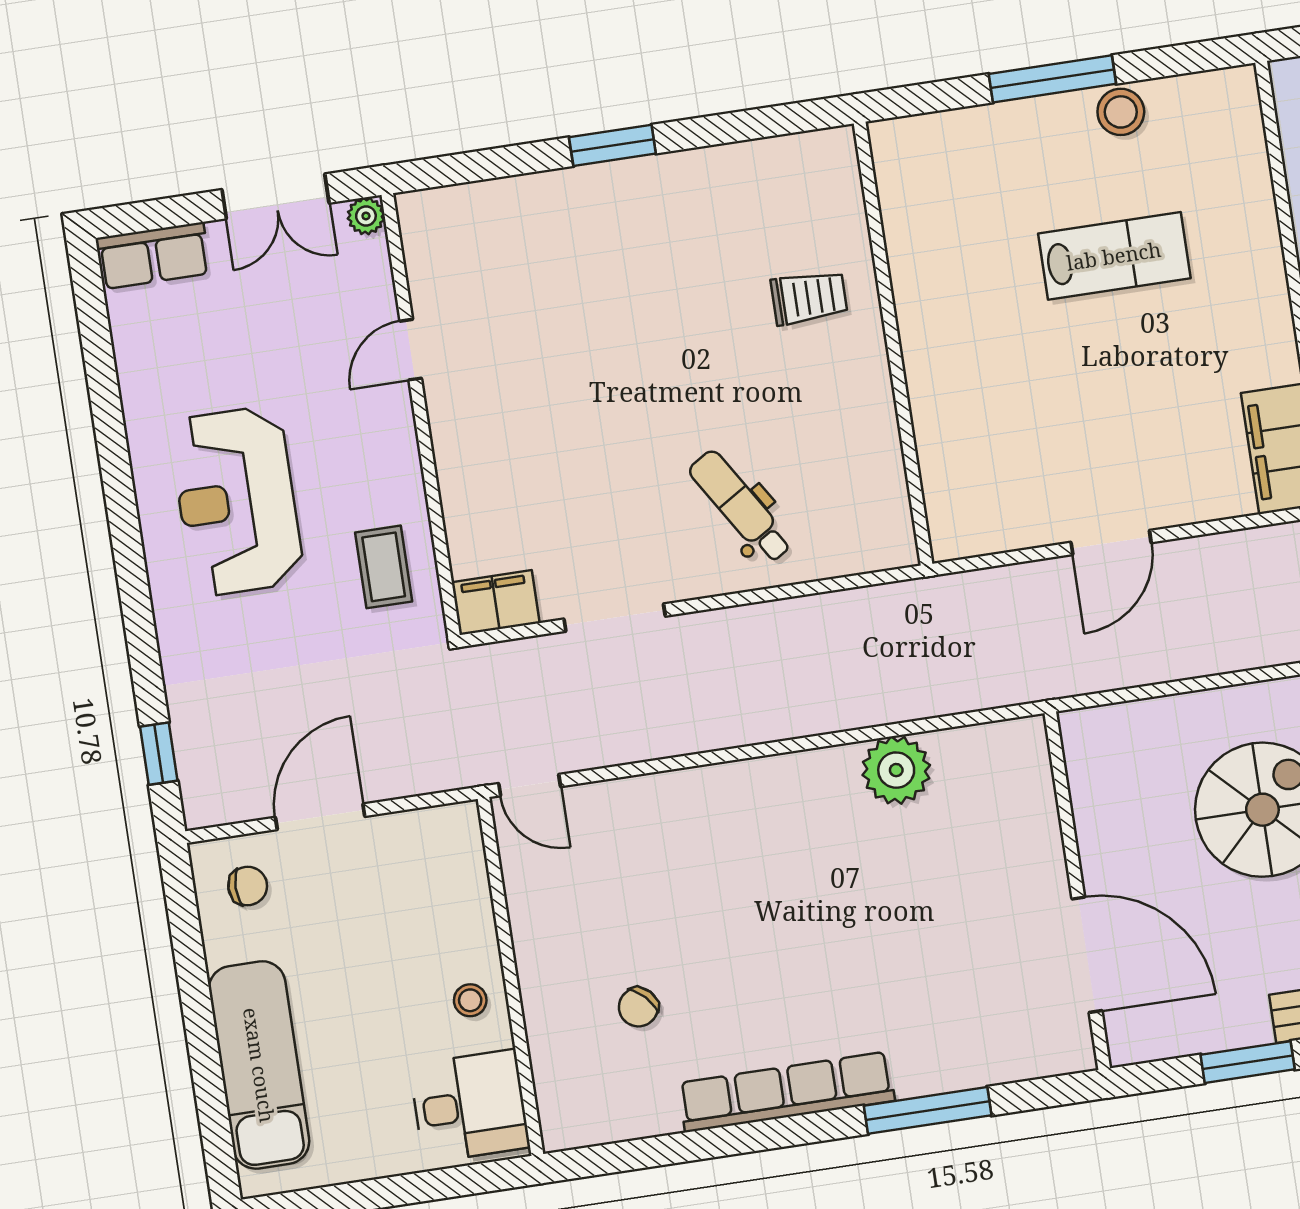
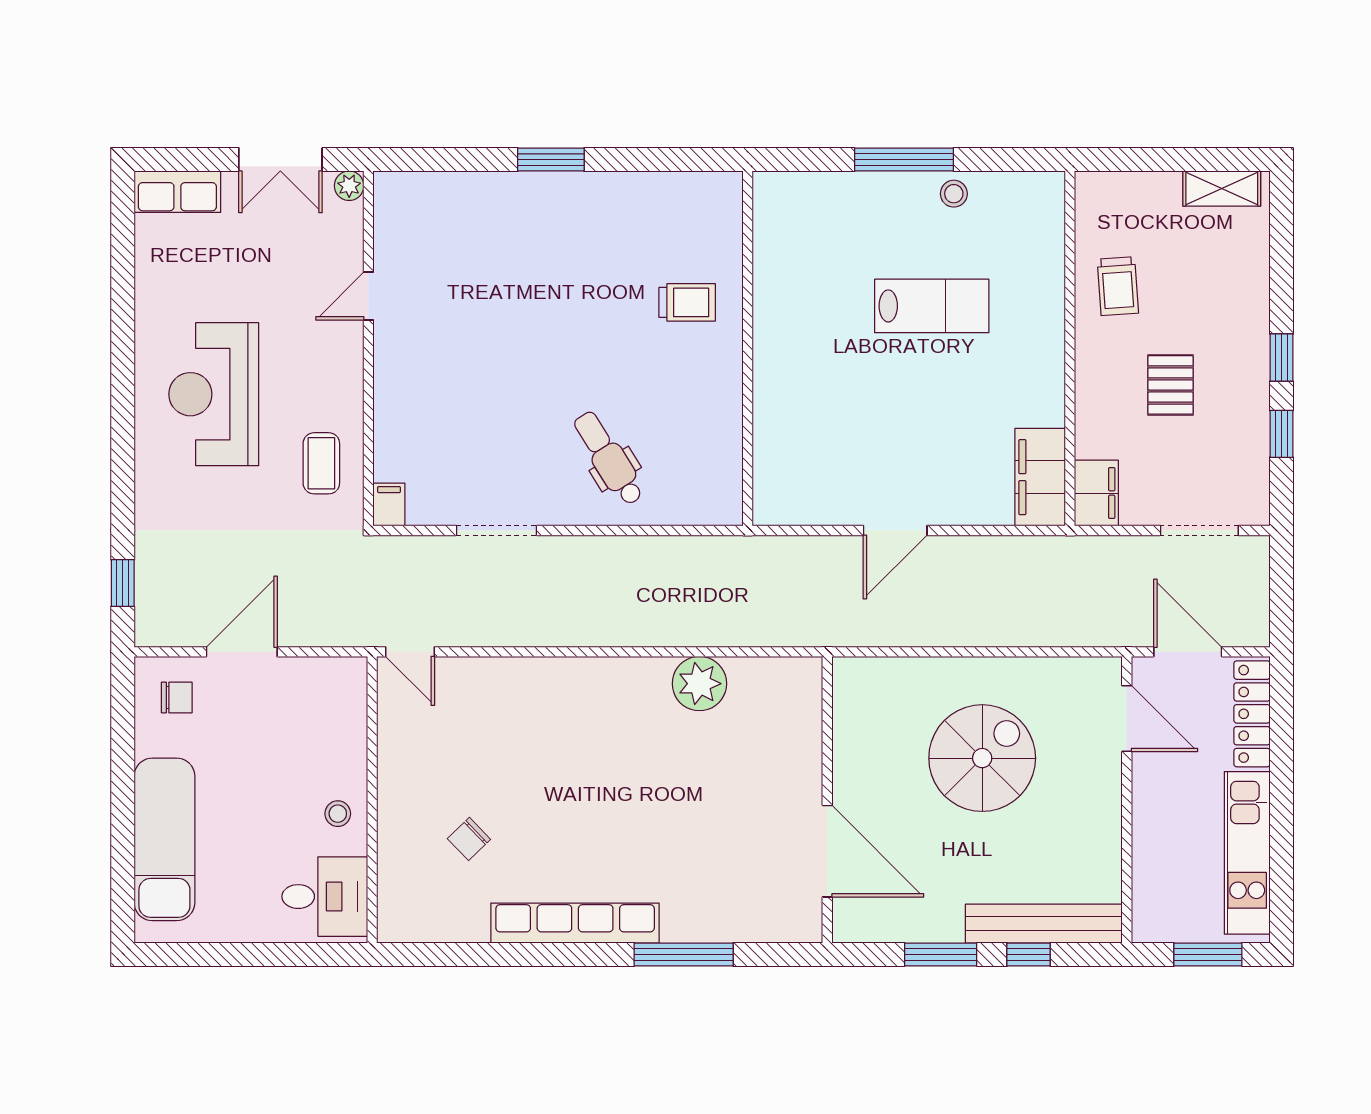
stool: (1121, 112) -> (954, 194), width x0.73, depth x0.73
filing cabinet: (496, 603) -> (389, 505), width x0.50

